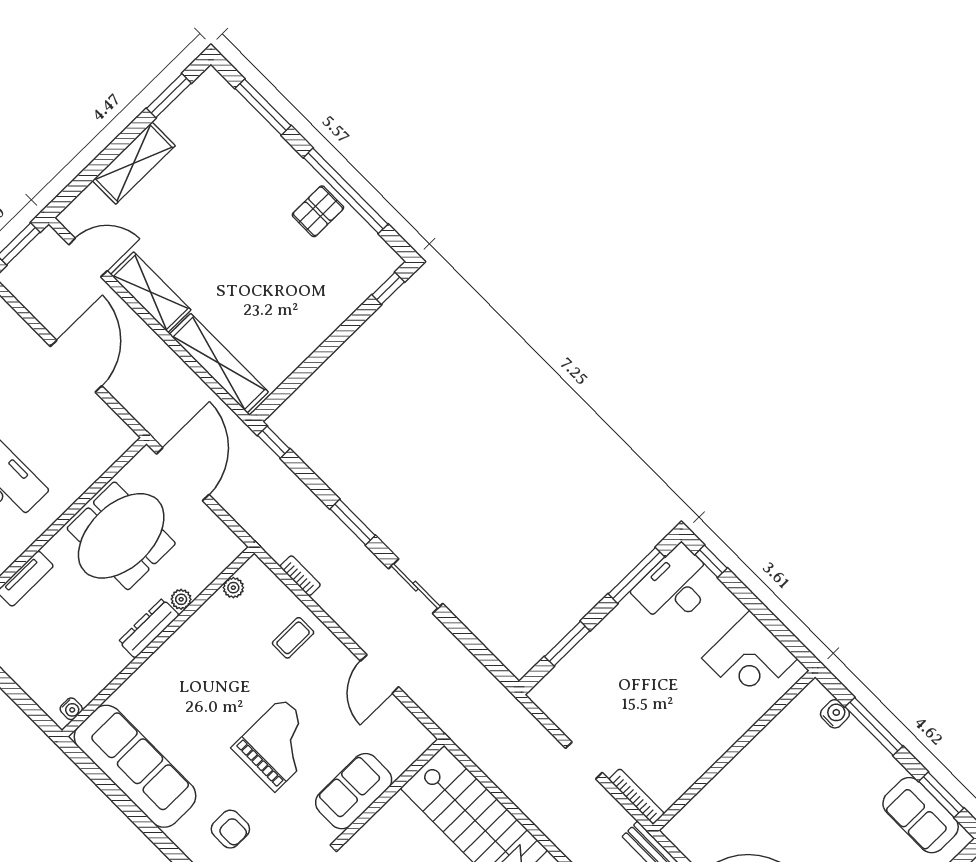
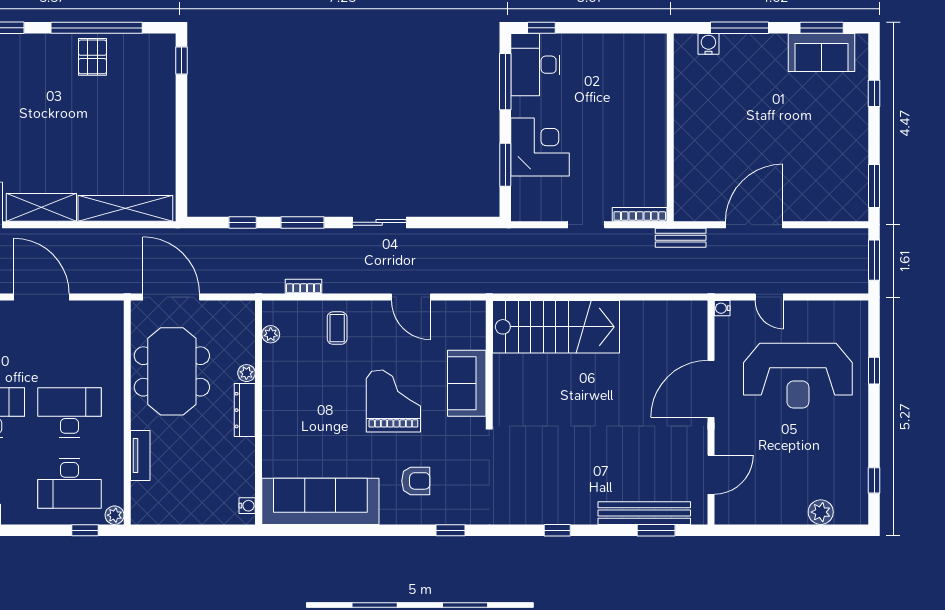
window: (274, 442) -> (243, 222), moved
corner desk: (750, 658) -> (540, 147), moved, turned -90

